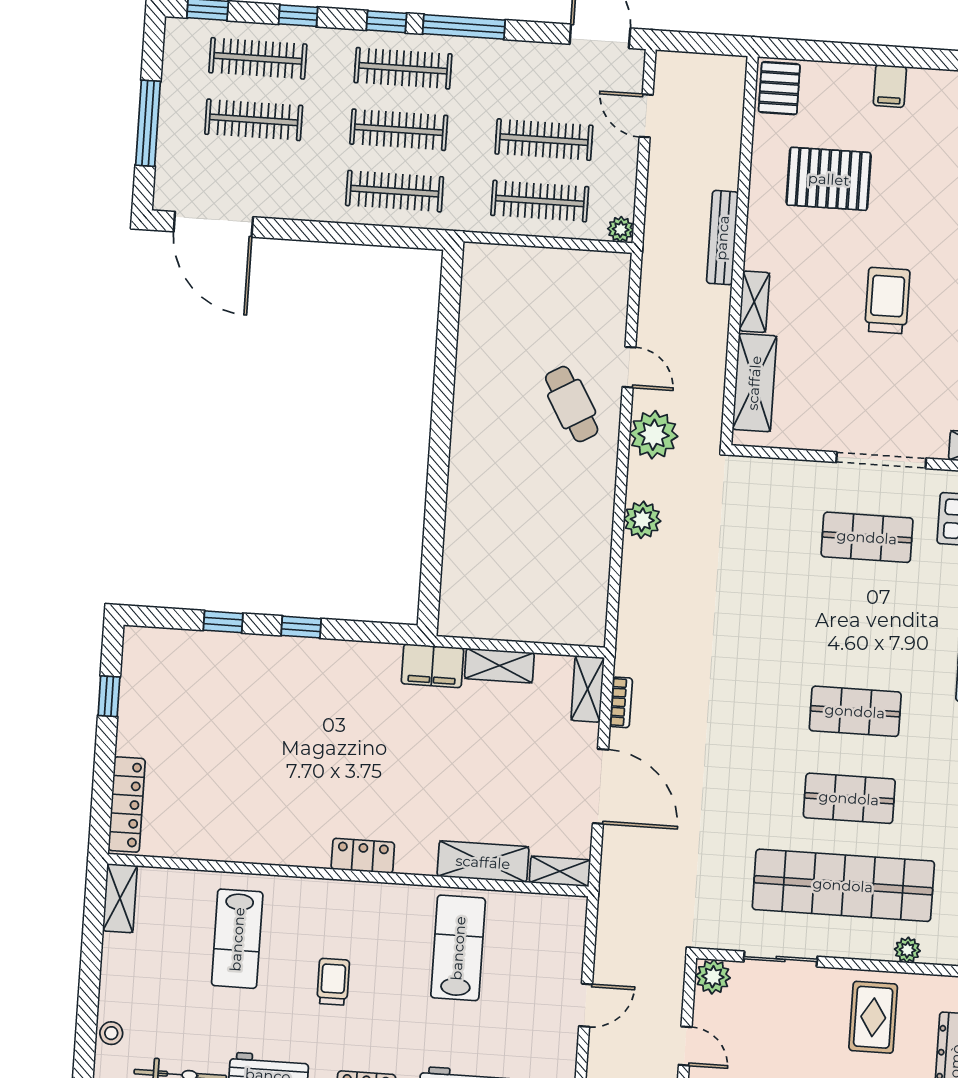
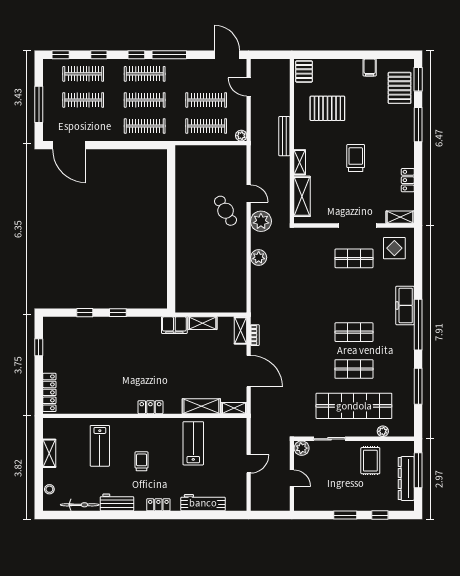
filing cabinet: (890, 86) -> (370, 67), moved
shelving: (120, 898) -> (49, 453), moved

